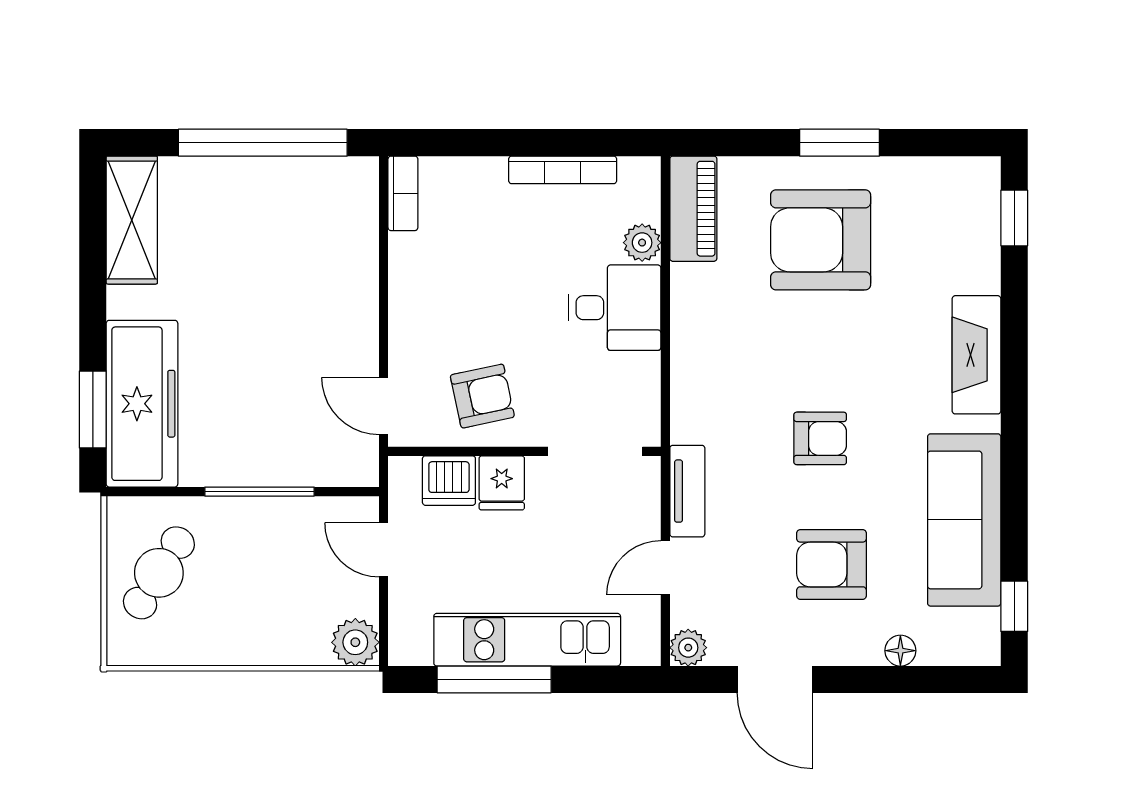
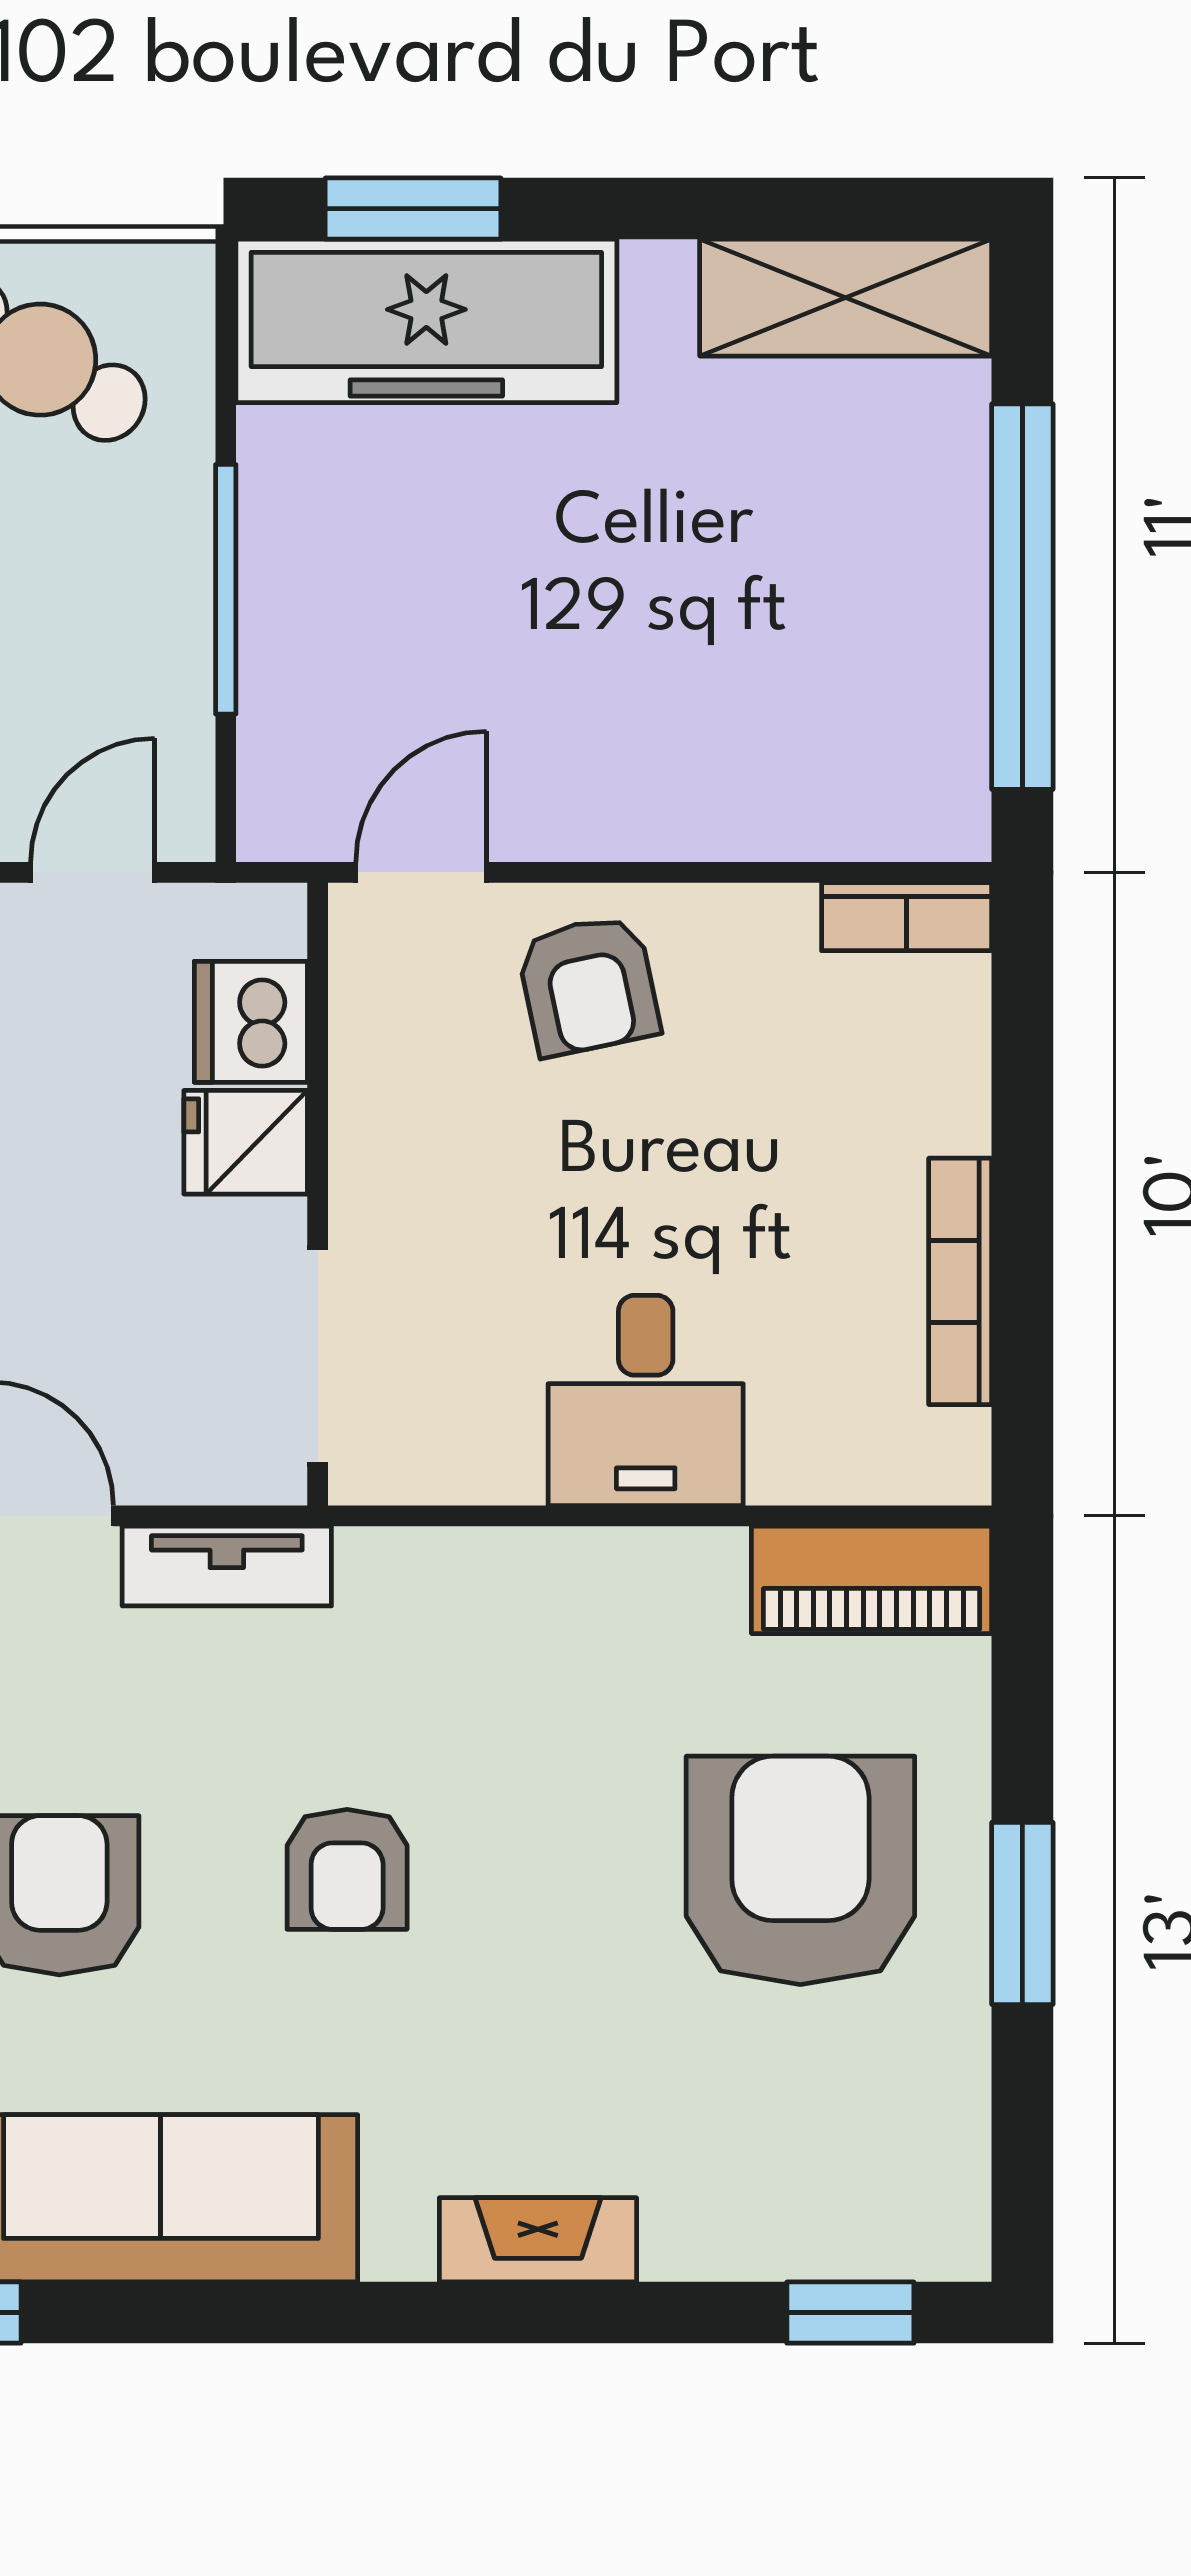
plant: (642, 243) -> (794, 1463), removed
fireplace: (977, 355) -> (538, 2240), width x0.73, depth x0.76
armchair: (482, 396) -> (588, 985), moved

